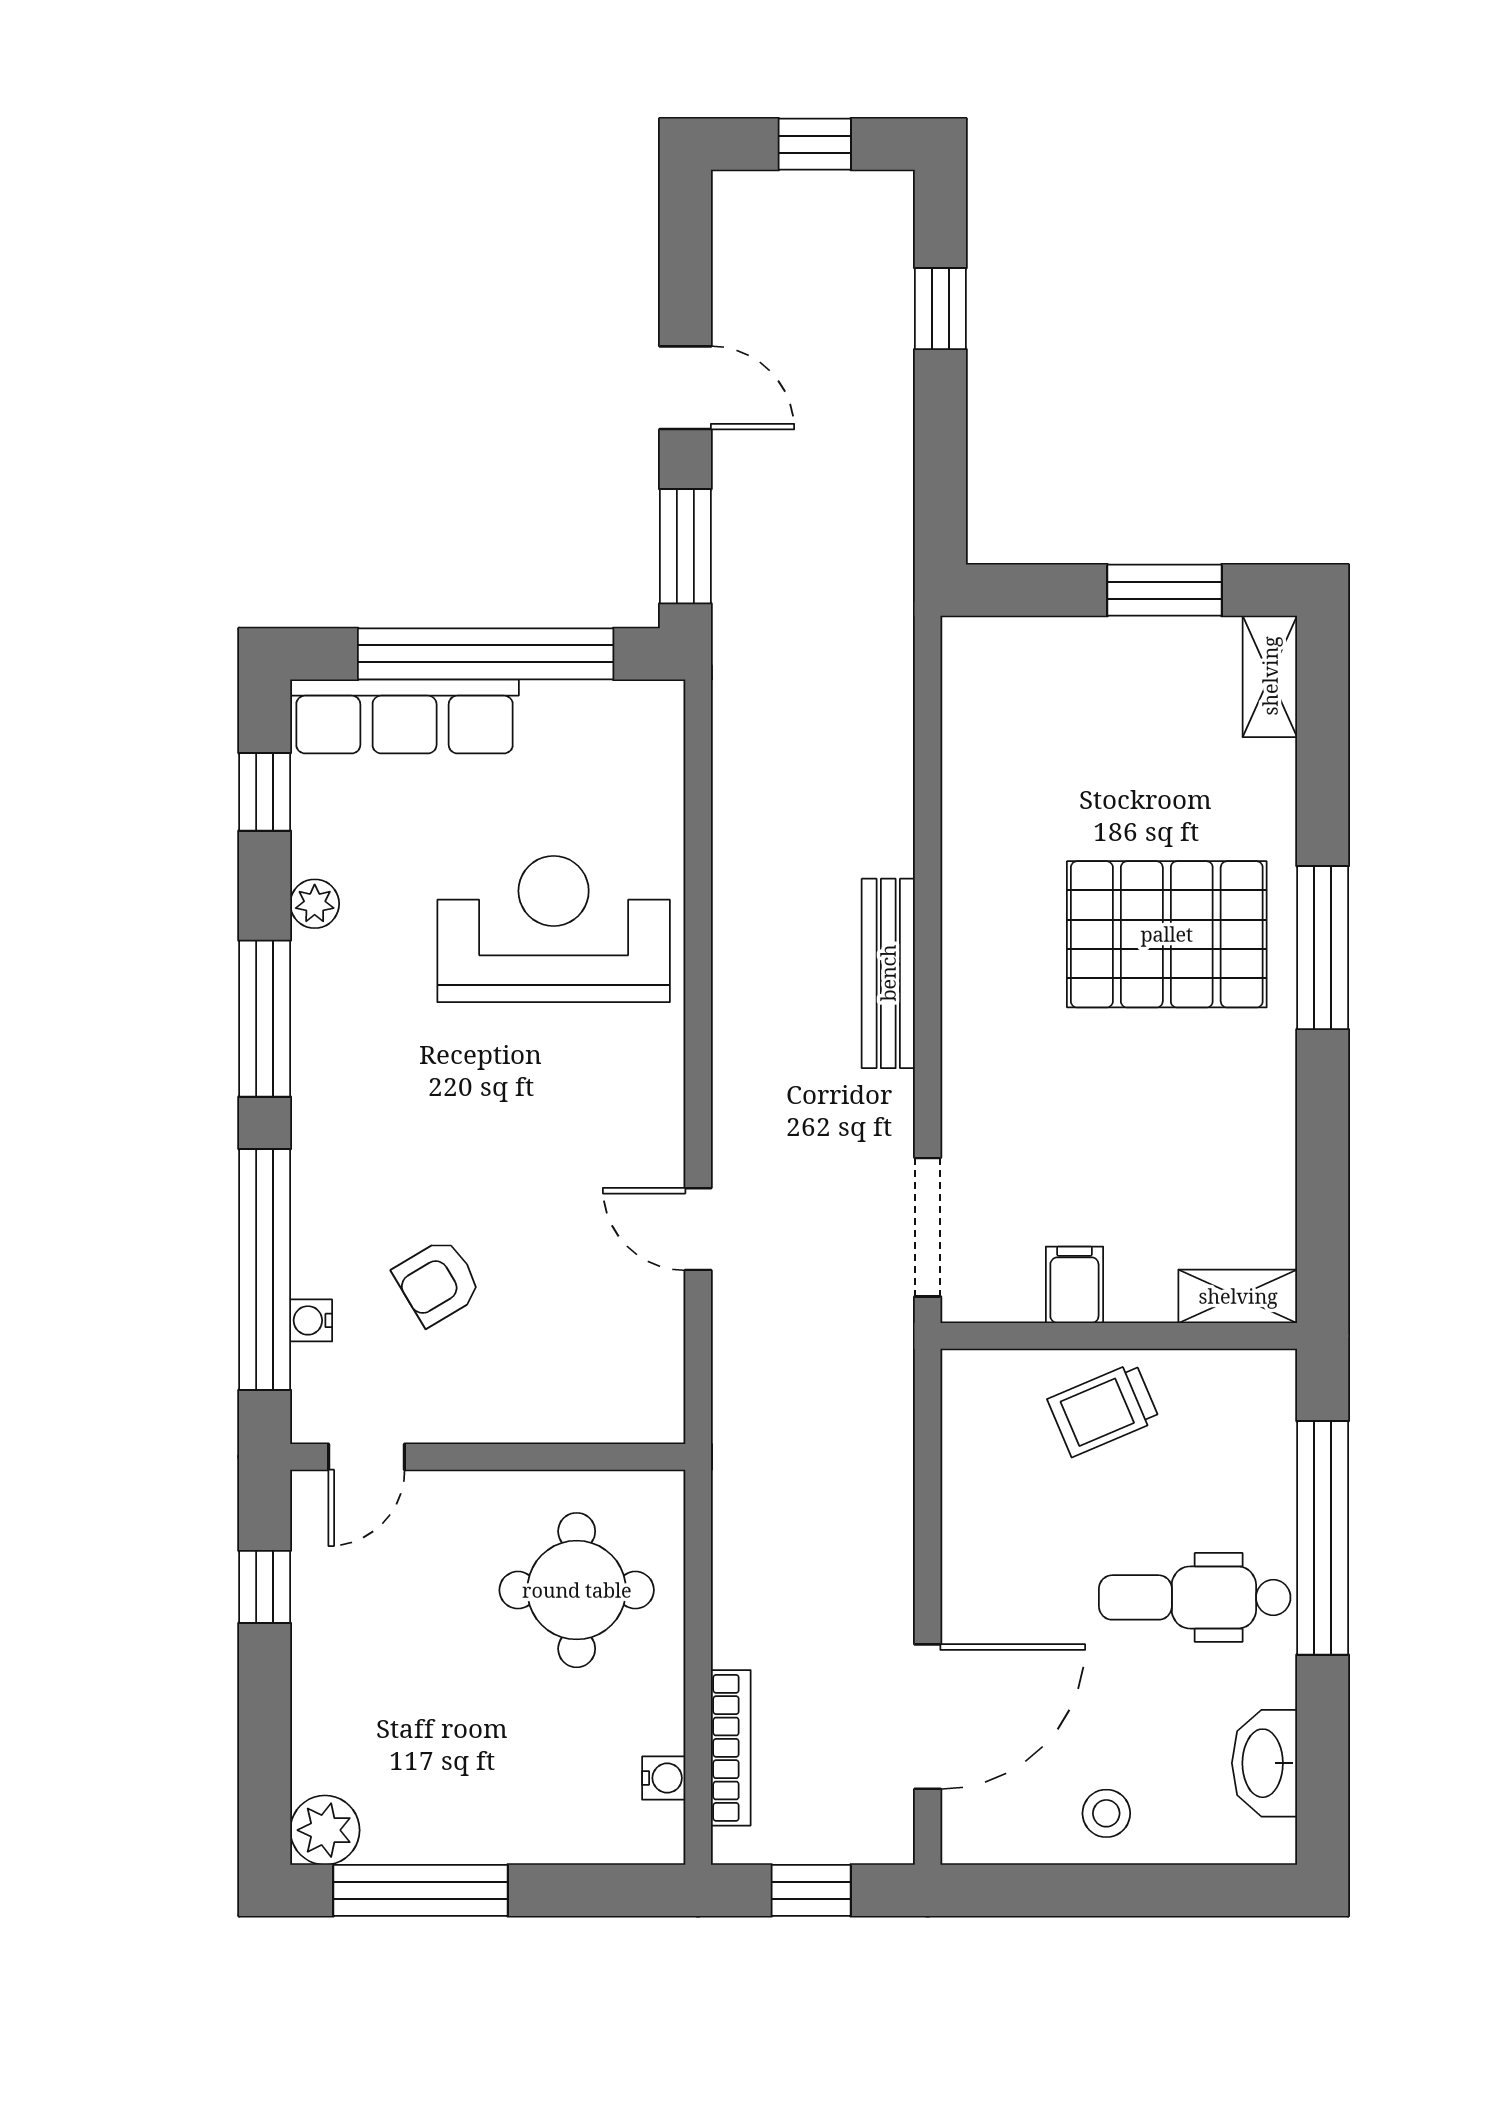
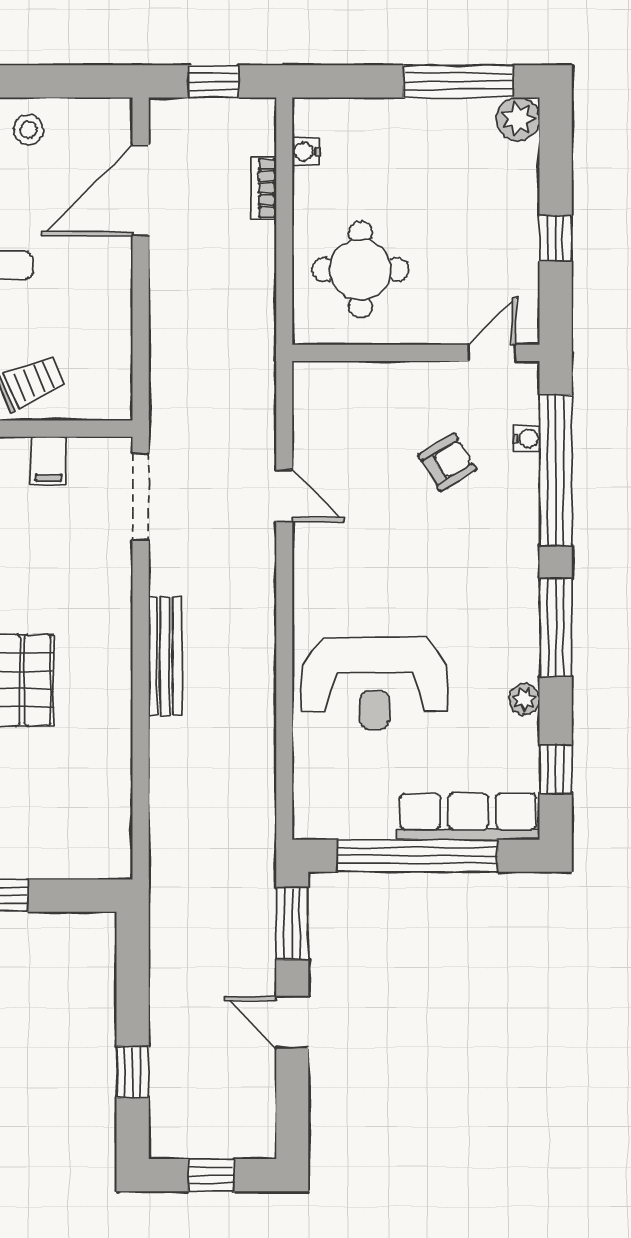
window: (265, 1587) -> (556, 238), moved
bookcase: (731, 1748) -> (264, 188), width x0.64

